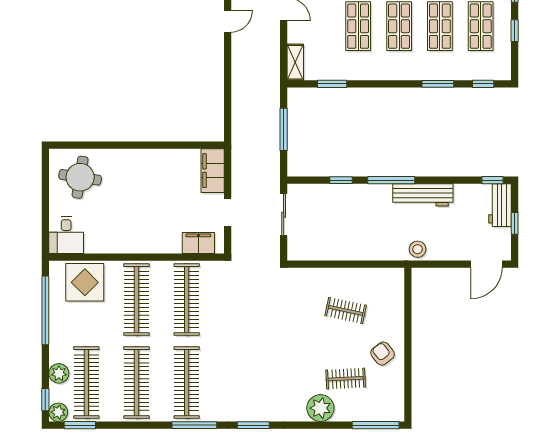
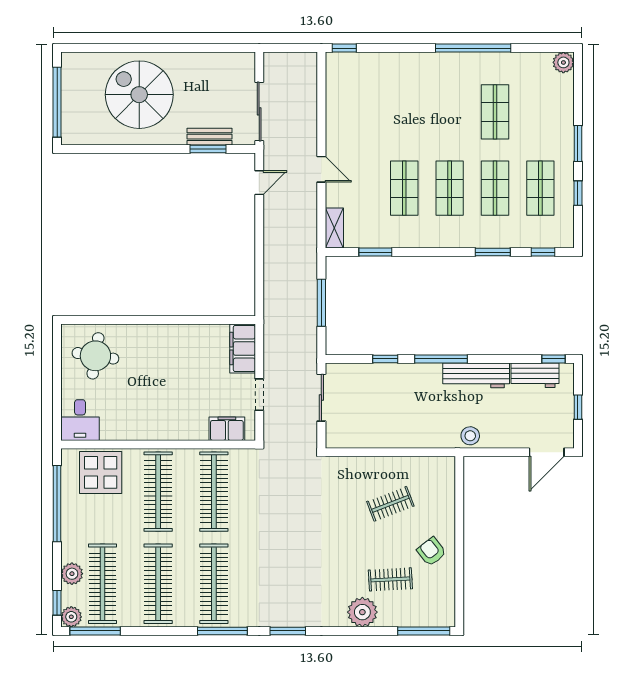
workbench: (500, 205) -> (535, 375), moved, turned -90
clothes rail: (346, 310) -> (390, 504), turned -33
window: (80, 425) -> (95, 631), width x1.44

